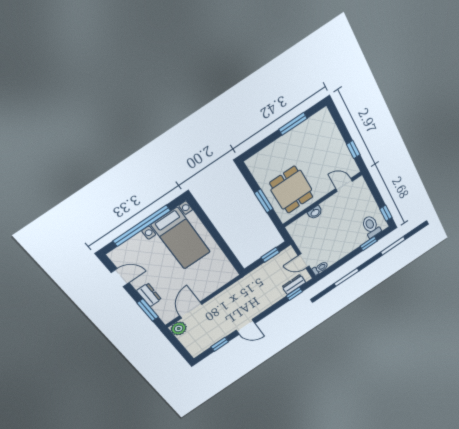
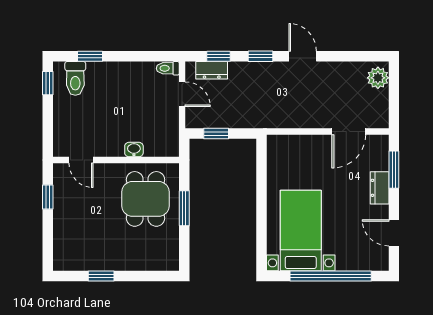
window: (293, 124) -> (101, 276), width x0.67
plant: (179, 329) -> (378, 78), moved
window: (220, 344) -> (261, 56), moved

